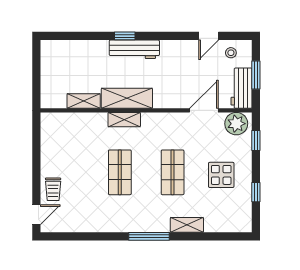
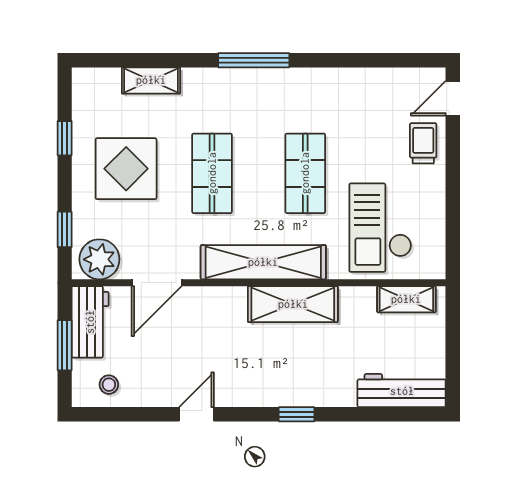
door: (209, 36) -> (196, 414), moved
workbench: (134, 49) -> (402, 391), moved
shelving: (84, 101) -> (406, 299), moved
shelving: (124, 120) -> (263, 262), width x2.20, depth x1.33
checkout: (77, 142) -> (380, 228), added
display table: (221, 175) -> (126, 169), width x1.36, depth x1.36
shelving: (187, 225) -> (151, 80), moved

